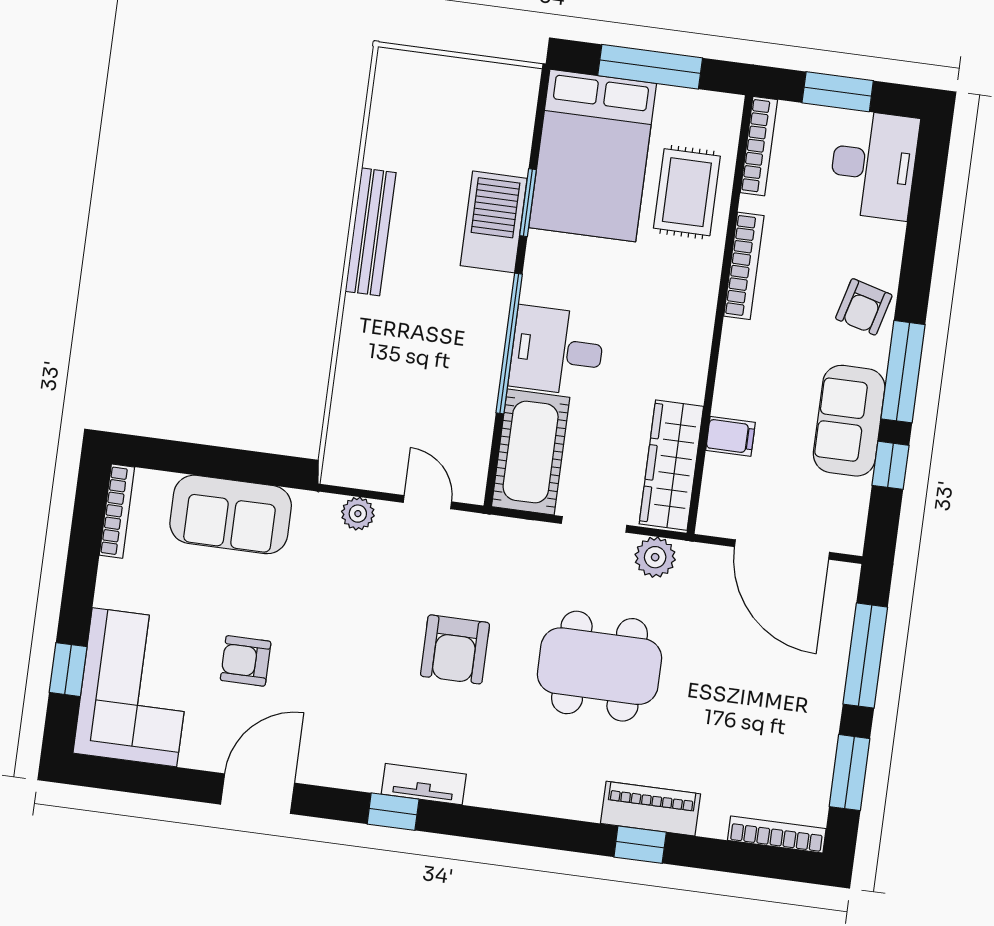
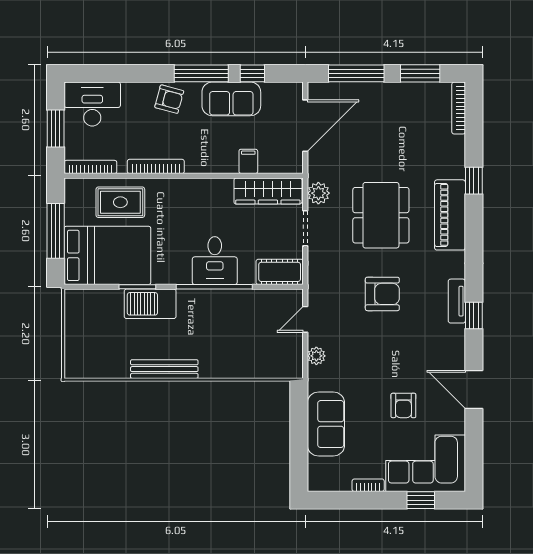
cot: (531, 452) -> (280, 272), width x0.73, depth x0.75
bookcase: (117, 511) -> (368, 485), moved, width x0.64
piano: (650, 809) -> (450, 215), moved, width x1.37, depth x1.33

